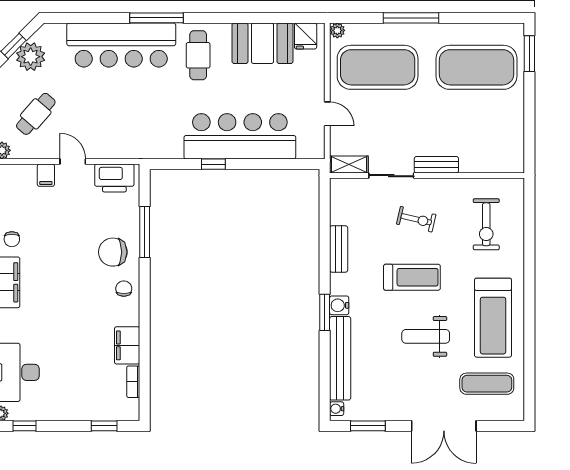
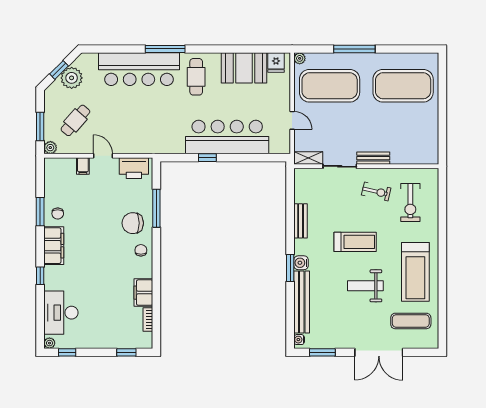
window: (529, 54) -> (442, 76), removed
exercise bike: (416, 219) -> (376, 191), moved

